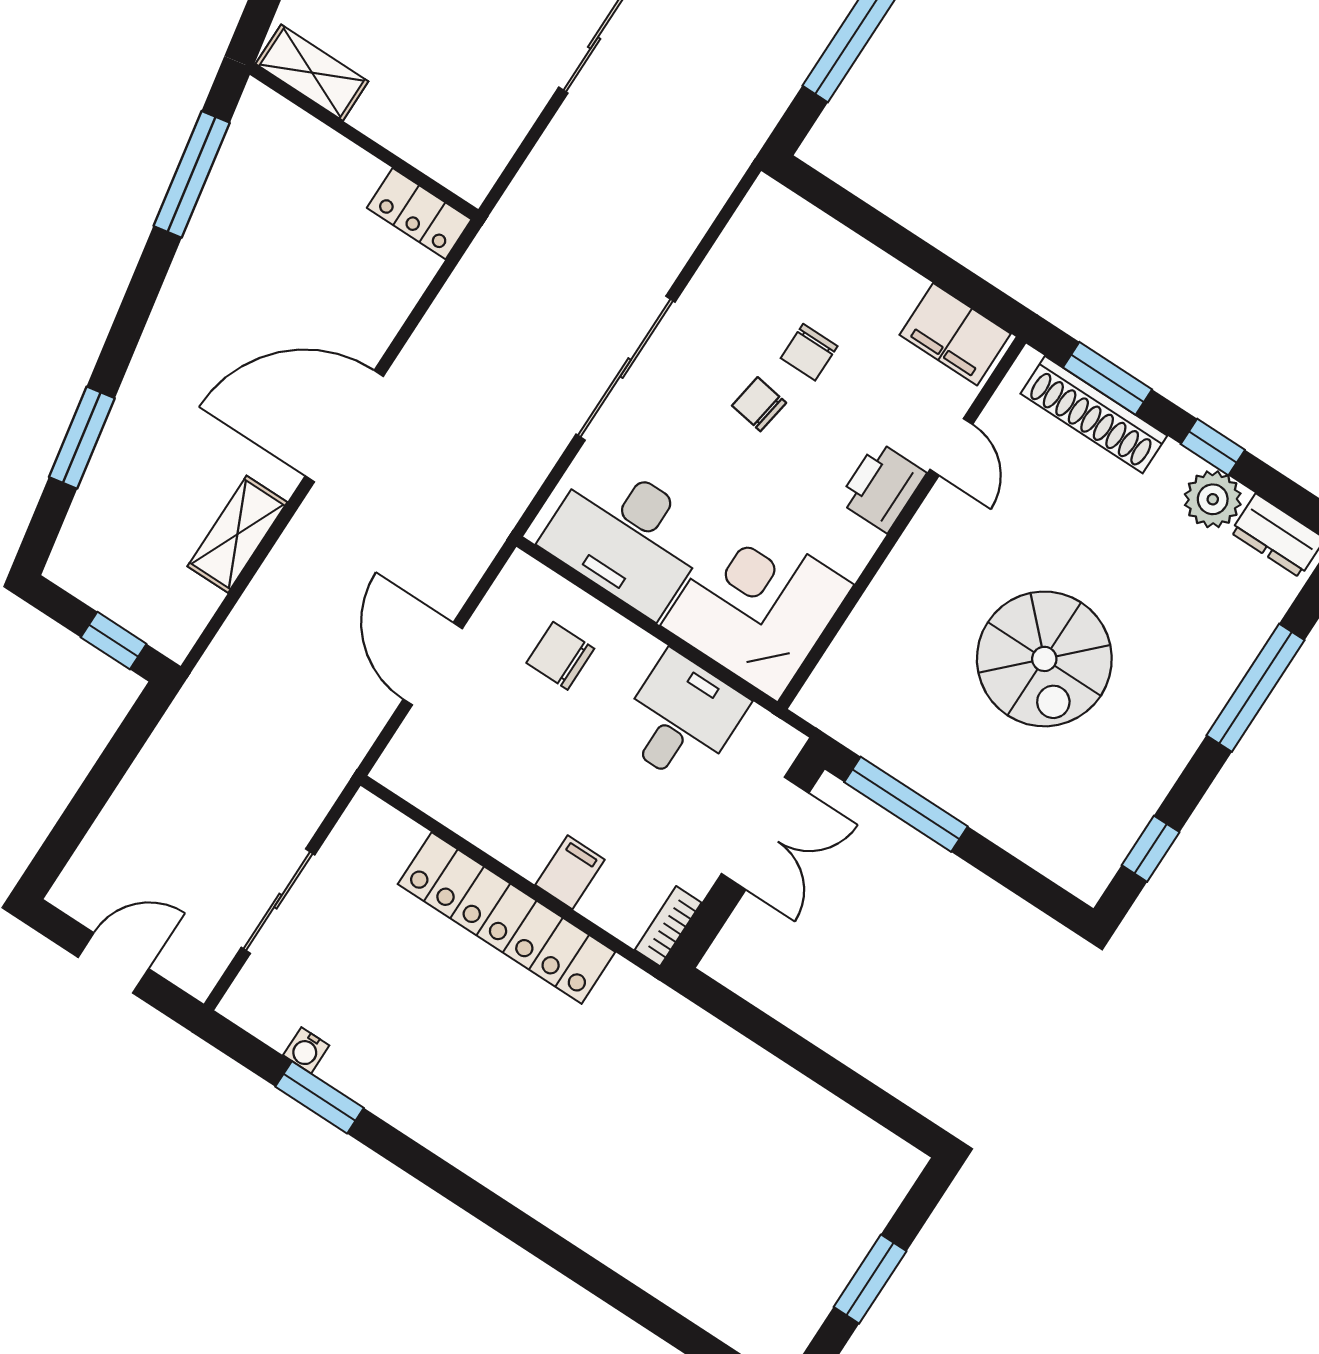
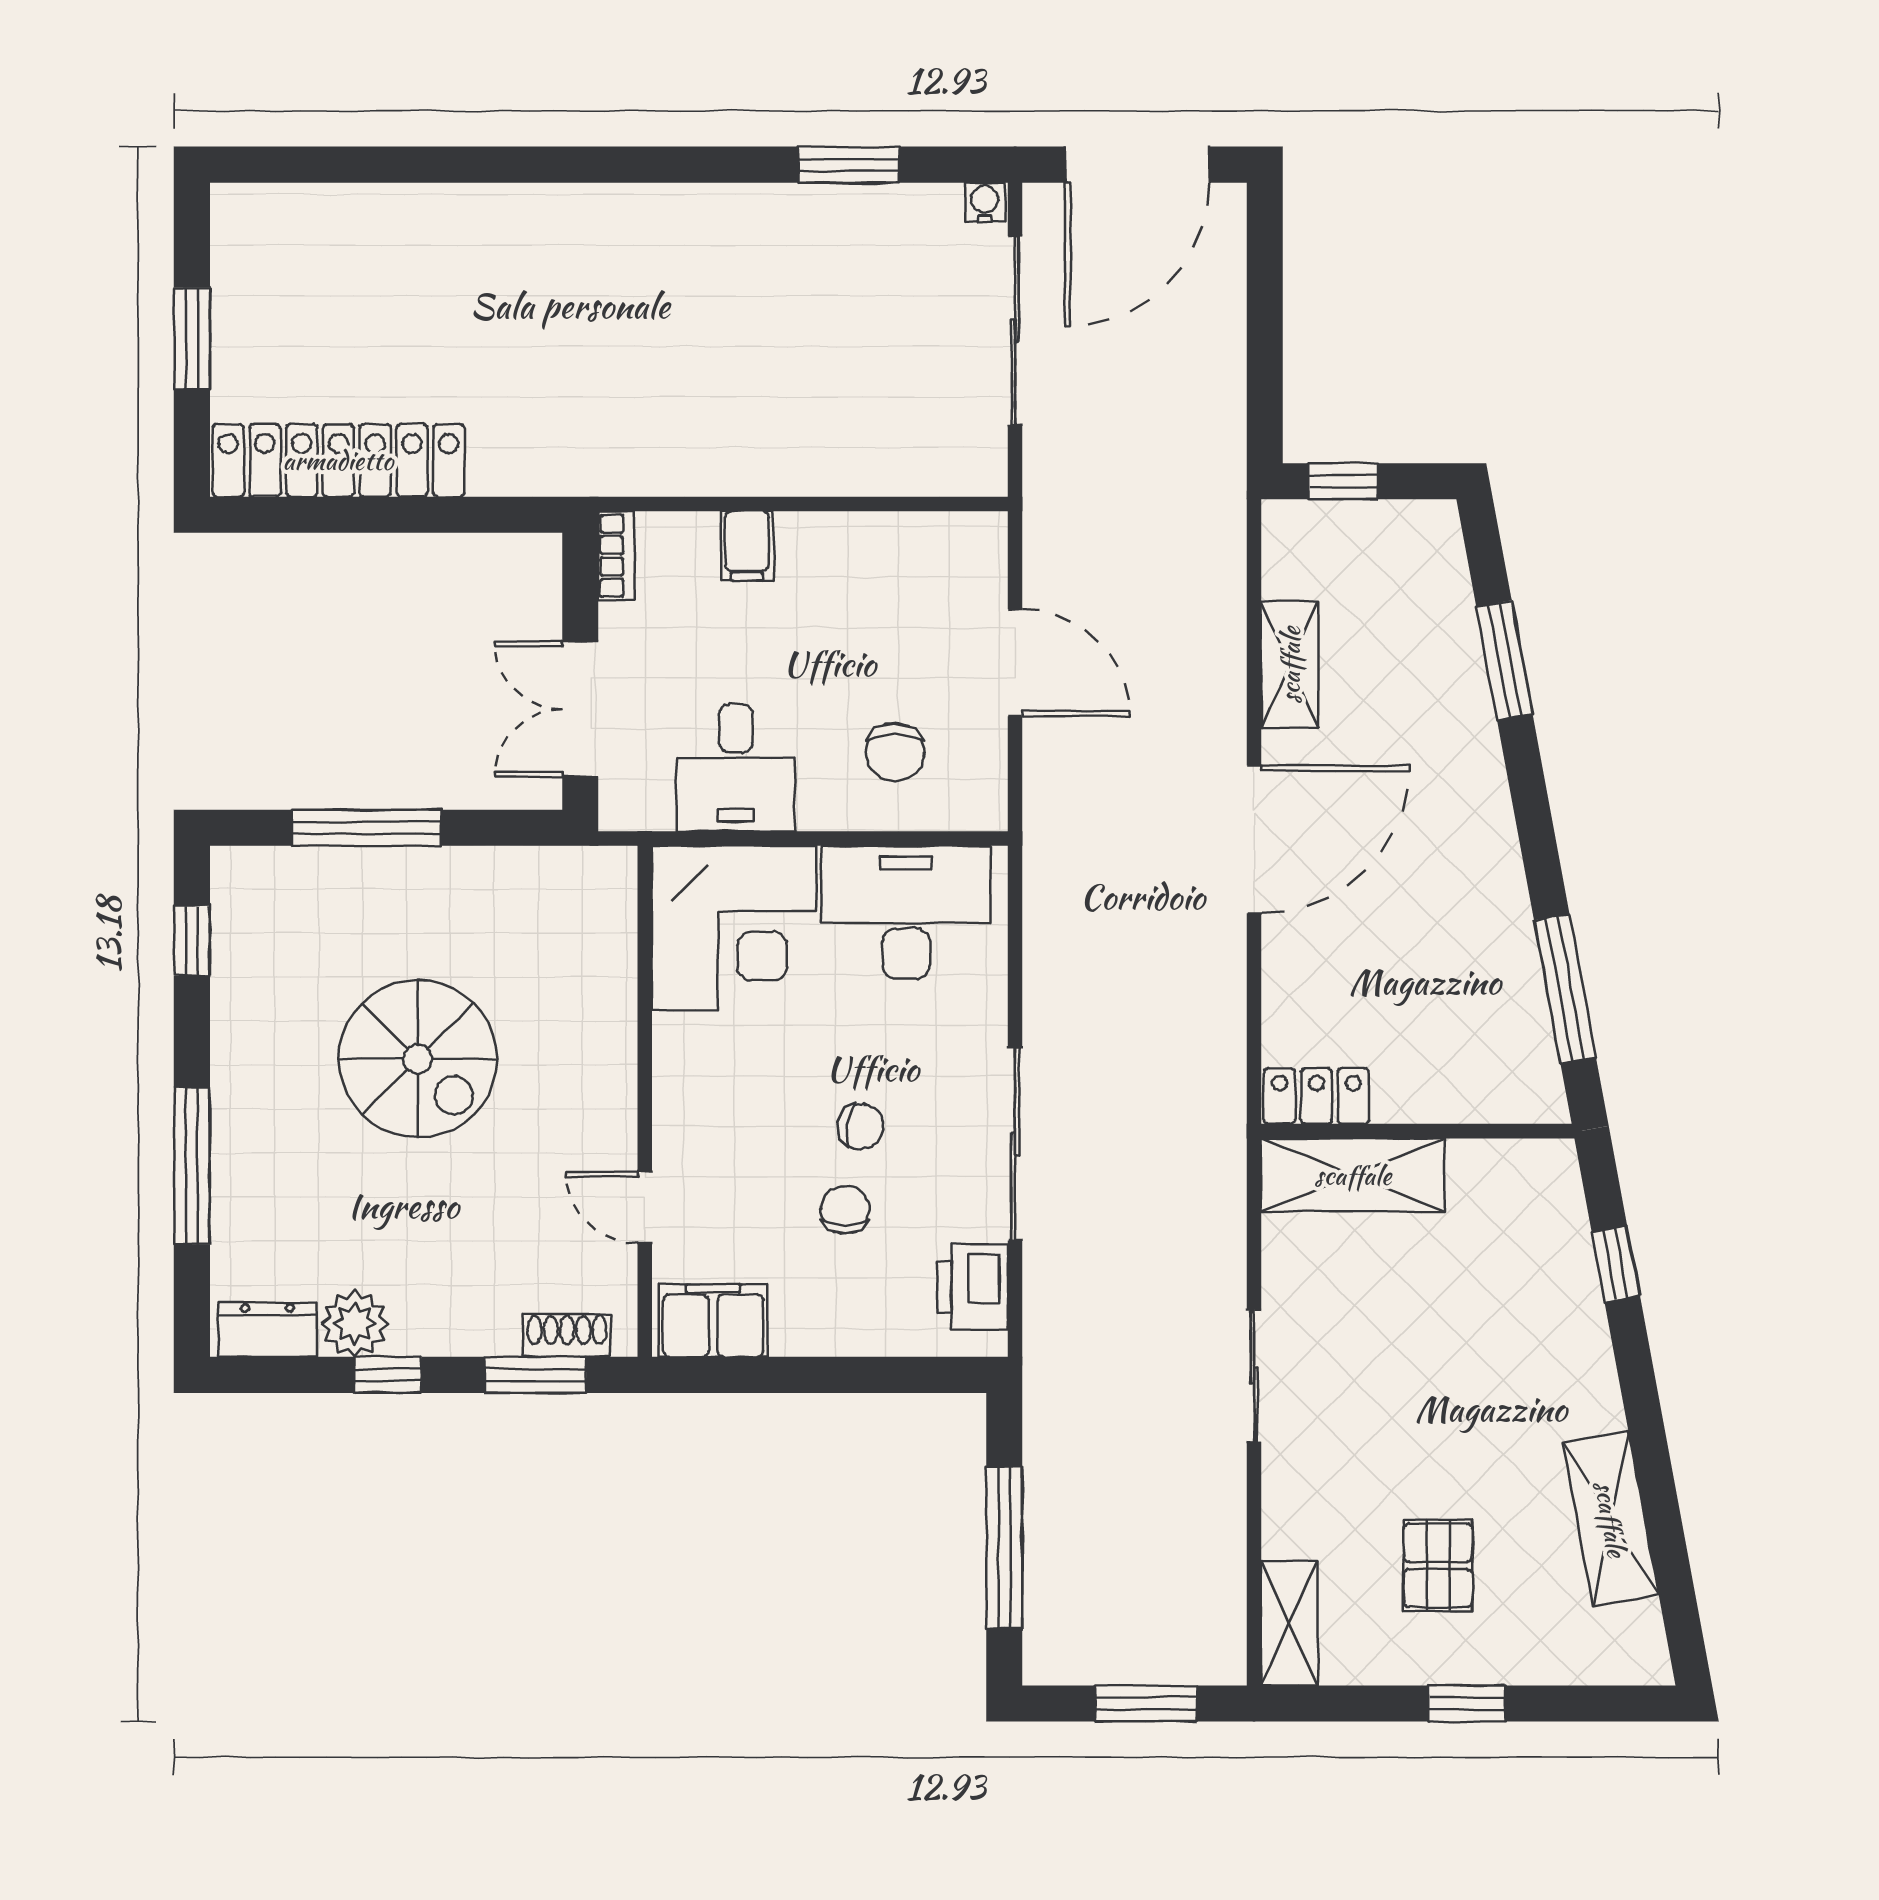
shelving: (312, 73) -> (1353, 1175), moved, width x1.50, depth x1.33
sliding door: (626, 368) -> (1015, 1144), moved
shoe rack: (1094, 415) -> (567, 1336), width x0.51, depth x0.81
printer: (882, 487) -> (973, 1287), moved, turned 180
chair: (560, 656) -> (895, 752), turned 90
spiral stairs: (1044, 659) -> (418, 1059), turned 180
window: (906, 804) -> (366, 828), moved
sliding door: (278, 901) -> (1015, 331), width x1.37
locker: (507, 918) -> (338, 460), moved
door: (113, 963) -> (1137, 165), width x1.87
water cooler: (306, 1050) -> (985, 202), moved

